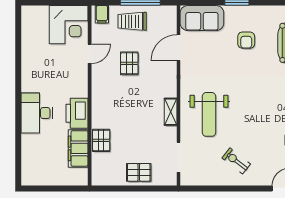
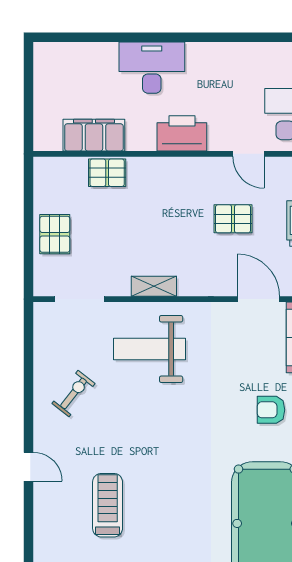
printer: (77, 113) -> (182, 133), moved

